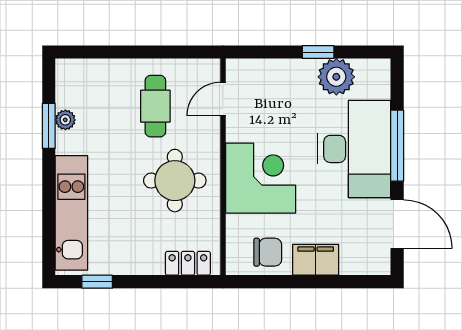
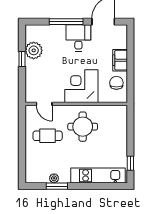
desk: (354, 149) -> (78, 38), width x0.53, depth x0.77
locker: (188, 263) -> (122, 120), removed

